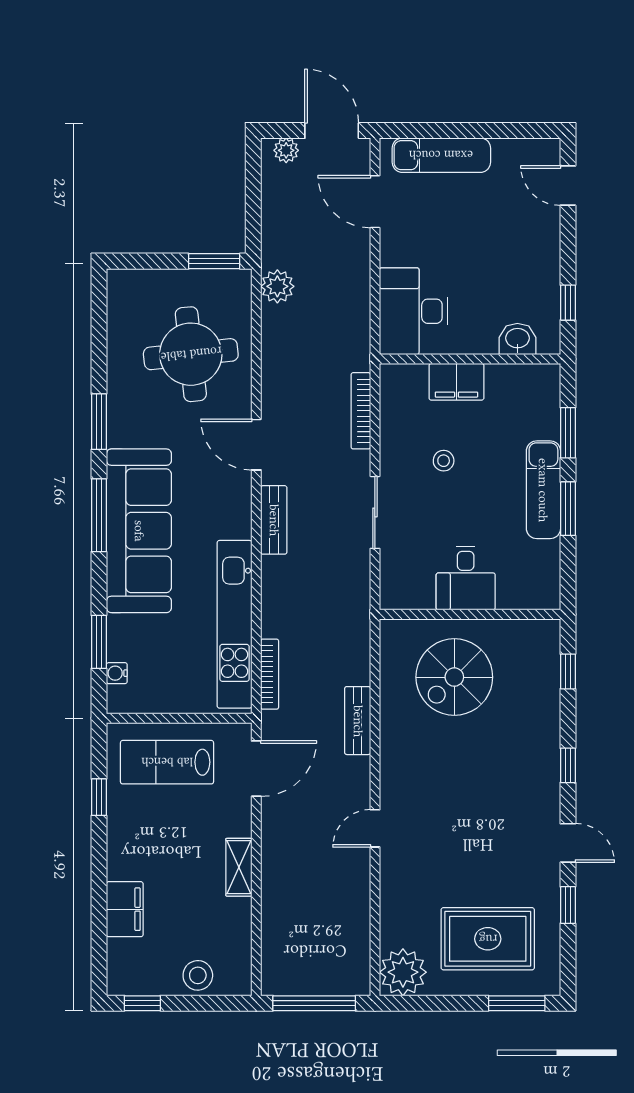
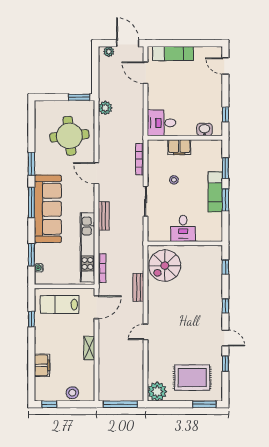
desk: (414, 311) -> (162, 123), width x0.73
bench: (274, 520) -> (104, 216), moved
spiral stairs: (454, 677) -> (165, 266), moved

